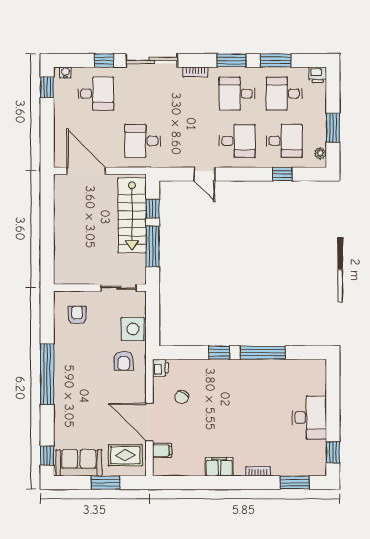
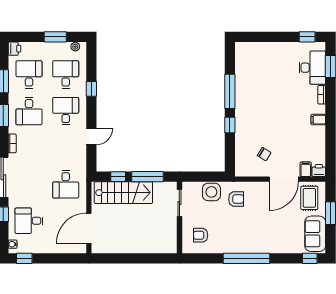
desk: (96, 94) -> (29, 221), turned -90
desk: (284, 94) -> (29, 75), turned 180
window: (282, 174) -> (91, 89), moved
printer: (160, 368) -> (319, 171), moved
desk: (309, 418) -> (312, 68), moved, turned 90
filing cabinet: (219, 467) -> (318, 120), width x0.50

